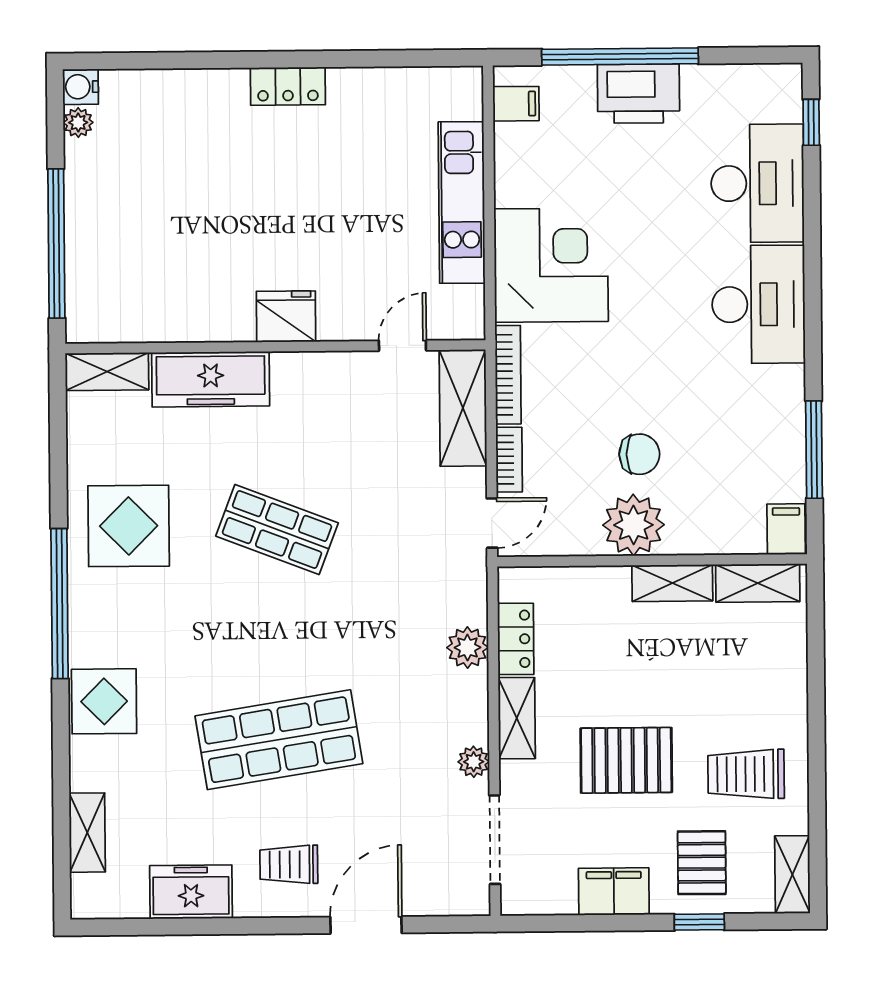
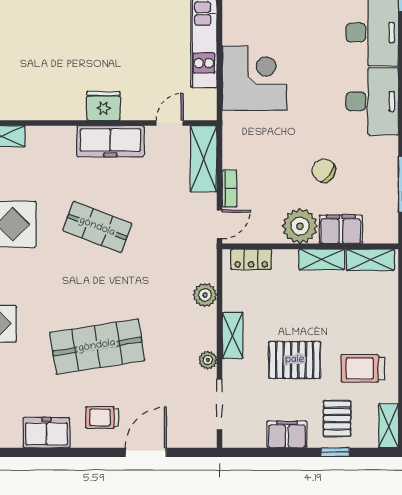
bookcase: (508, 375) -> (229, 140), removed
freezer: (211, 379) -> (110, 141), moved
chair: (639, 454) -> (324, 170), moved, turned -143
filing cabinet: (786, 529) -> (341, 229), moved, width x2.00
locker: (516, 639) -> (251, 259), moved, turned 90

